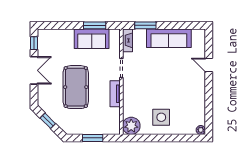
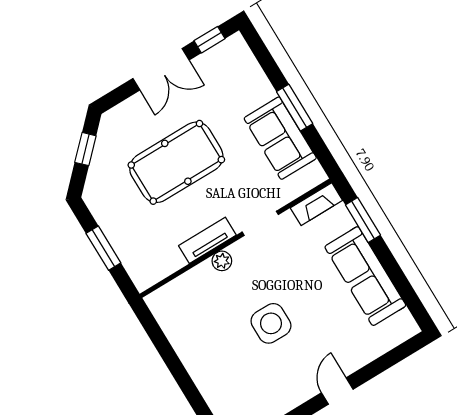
window: (95, 25) -> (295, 108), moved
door: (209, 65) -> (337, 391), moved
side table: (161, 117) -> (271, 323), moved
plant: (131, 126) -> (222, 261), moved, width x0.53, depth x0.53

